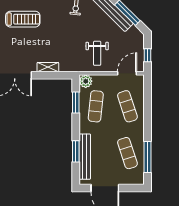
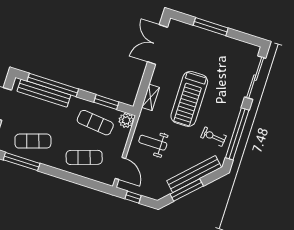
treadmill: (23, 19) -> (189, 99), moved, width x1.37, depth x1.37
shelving: (48, 67) -> (151, 97), moved
window: (76, 151) -> (53, 85), width x2.11

